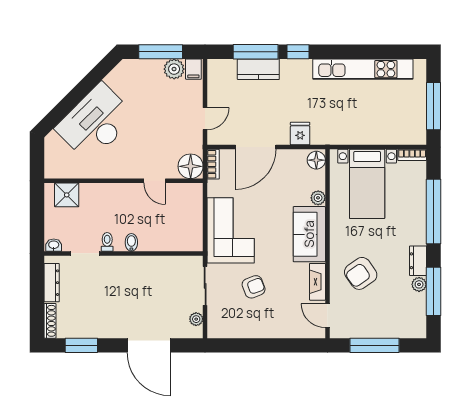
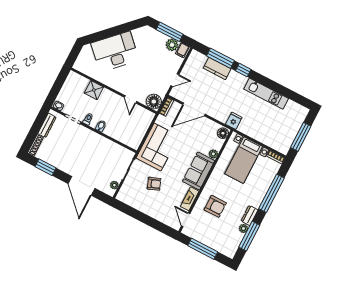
kitchen unit: (363, 69) -> (266, 94), width x0.73
fridge: (300, 134) -> (234, 121), moved
shower: (67, 195) -> (94, 90), moved
armchair: (361, 273) -> (215, 206), turned -145

